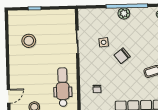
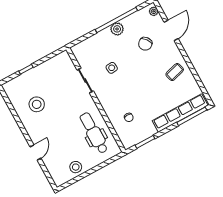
chair: (122, 56) -> (145, 44), moved
door: (9, 96) -> (36, 152), moved

